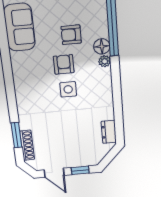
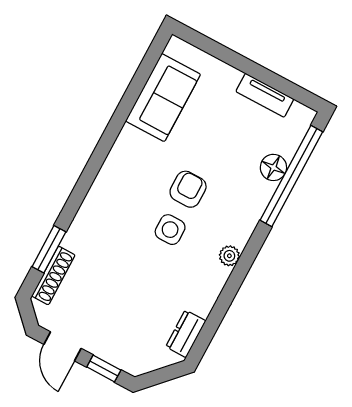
armchair: (71, 35) -> (226, 154), removed
floor lamp: (102, 46) -> (273, 167), moved
plant: (105, 61) -> (229, 256), moved

